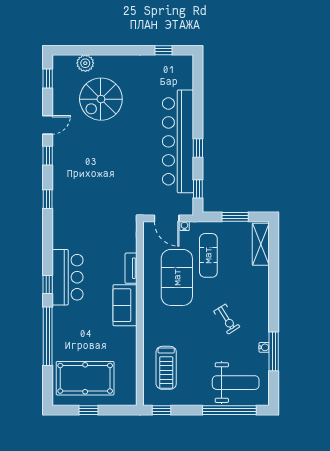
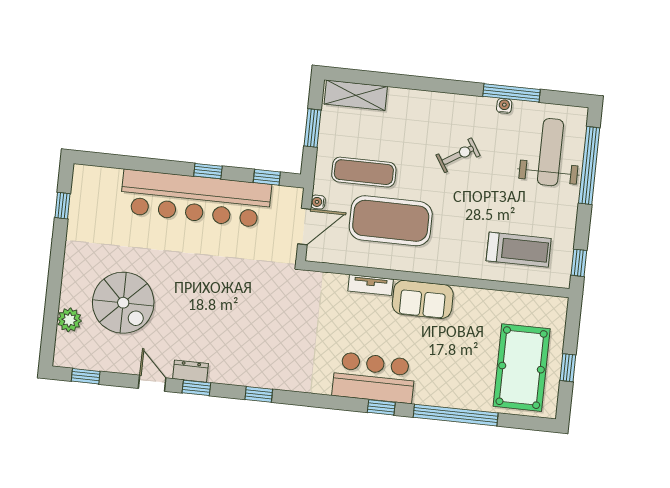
dresser: (59, 150) -> (191, 371), added

